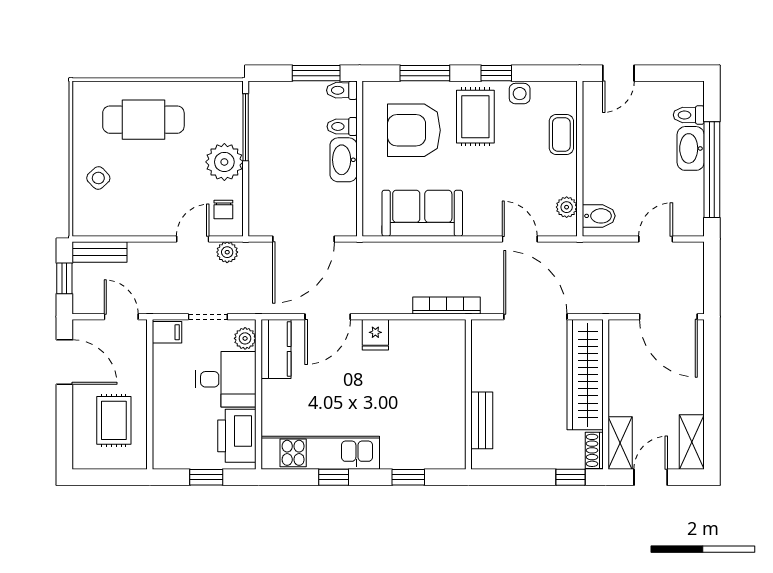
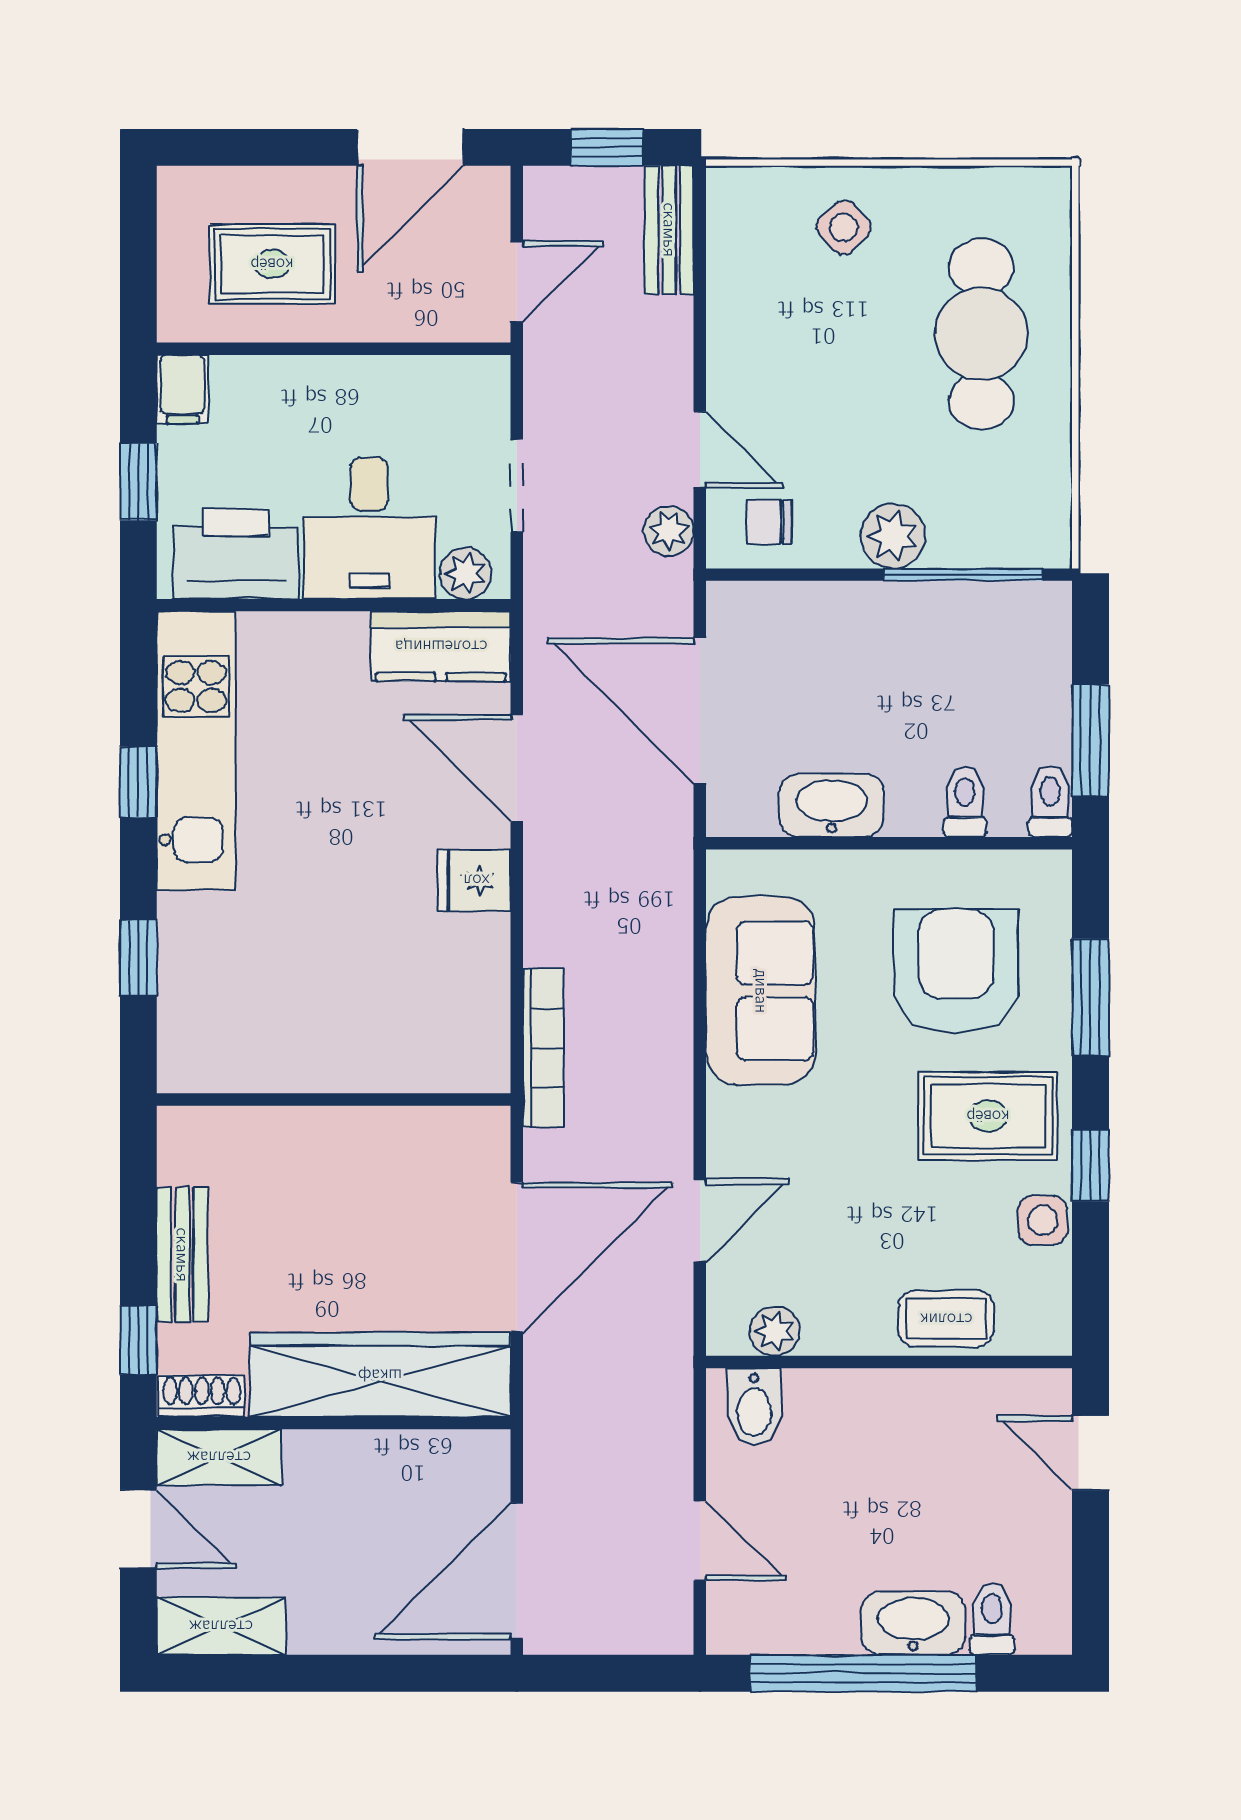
washbasin: (344, 160) -> (832, 805), moved
plant: (224, 162) -> (893, 536), width x0.73, depth x0.73
filing cabinet: (167, 332) -> (182, 389), moved
bench: (482, 420) -> (182, 1255), moved, turned 90

